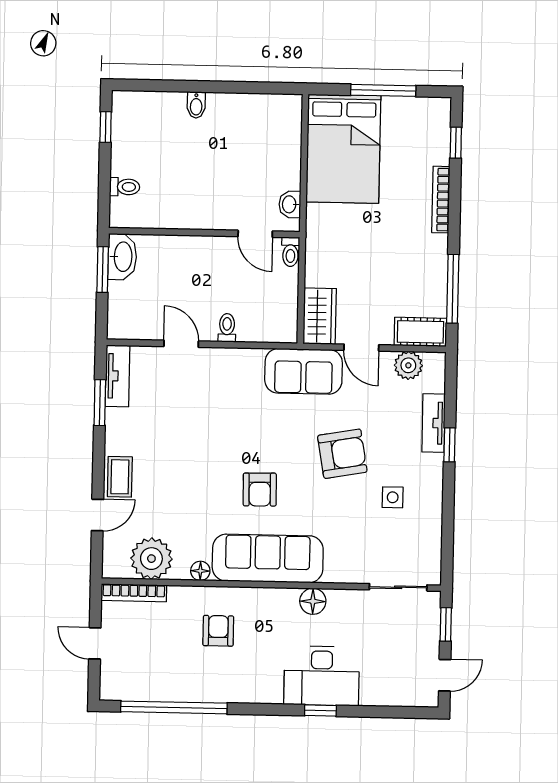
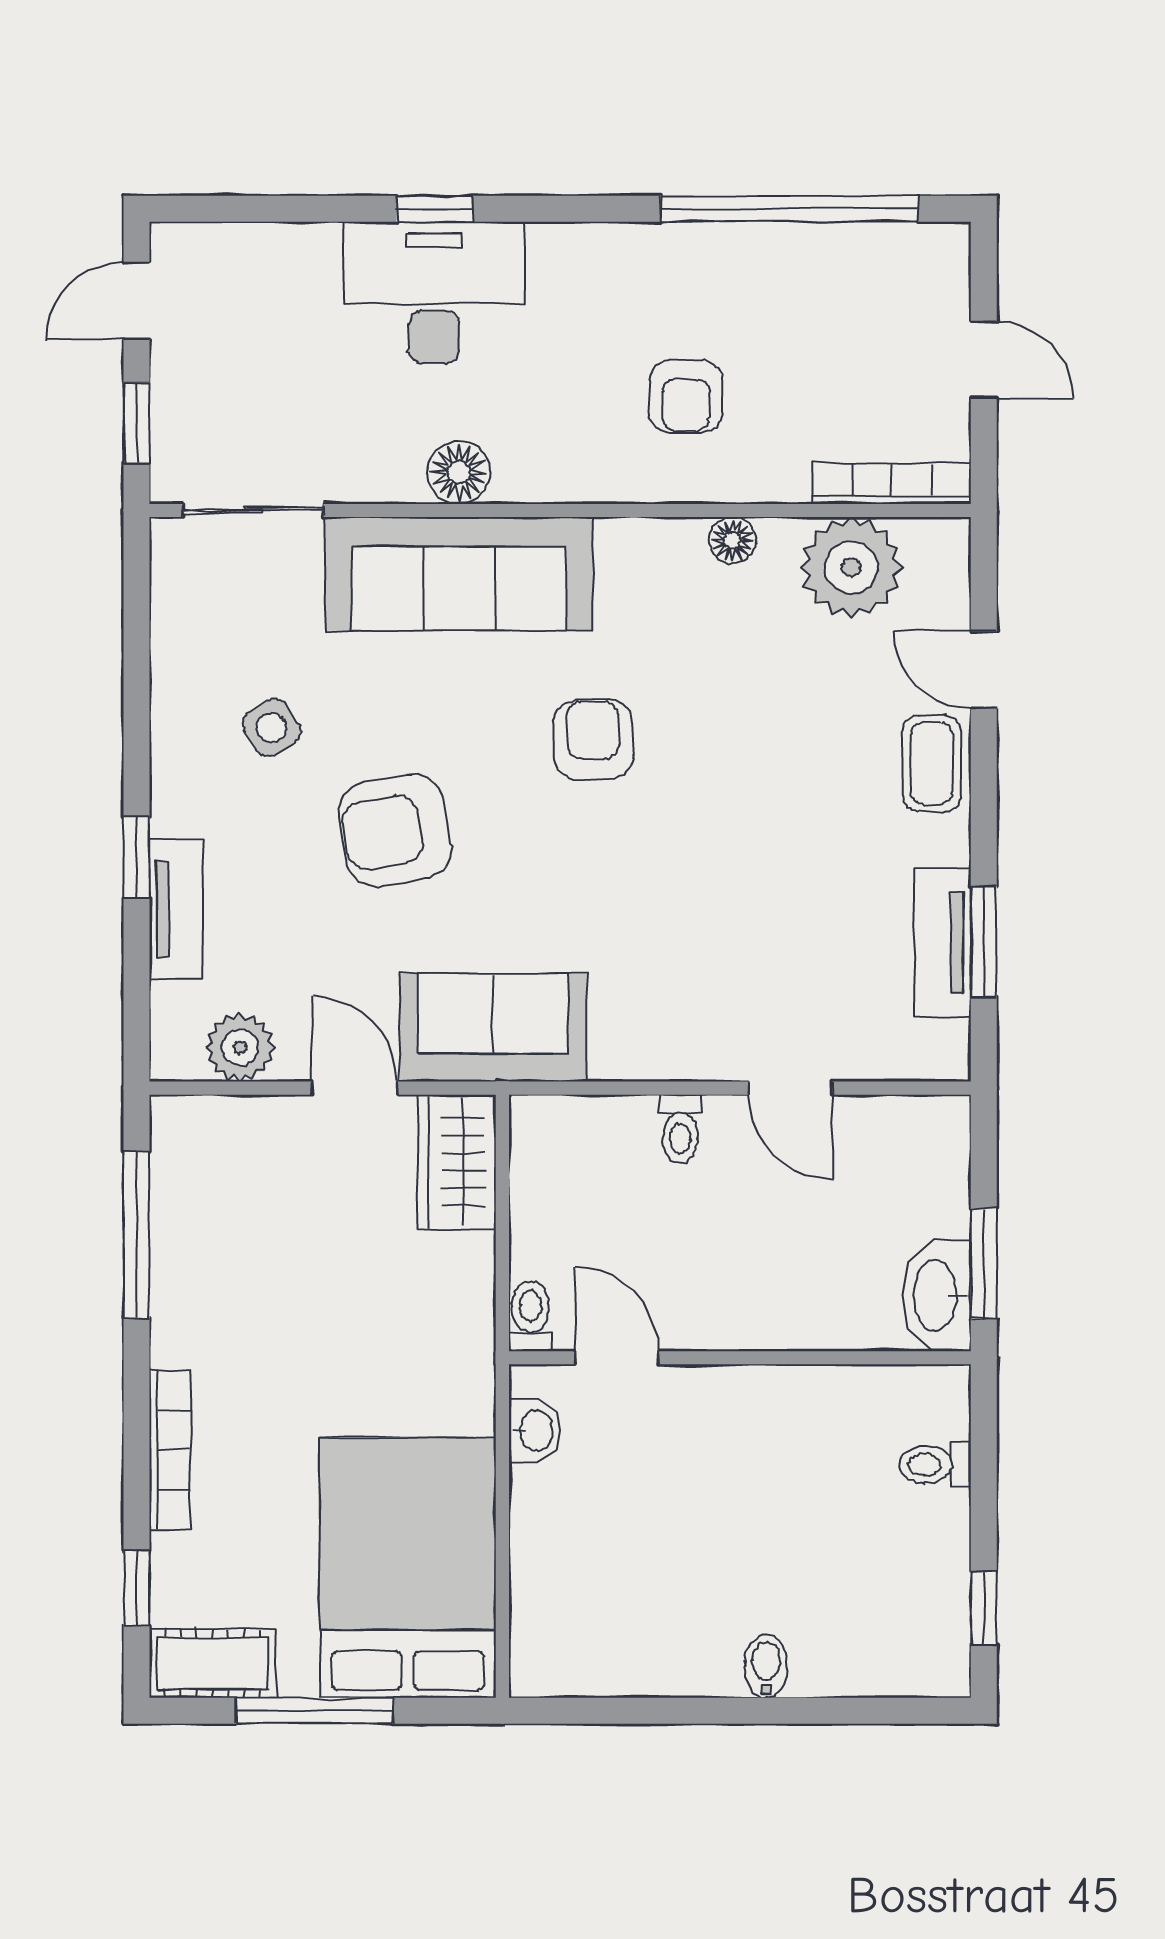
cot: (420, 332) -> (212, 1664), moved
tv unit: (117, 376) -> (942, 942), moved
side table: (393, 497) -> (271, 728), turned -32
door: (97, 515) -> (984, 670), hinge flipped
sofa: (268, 558) -> (459, 574), moved

